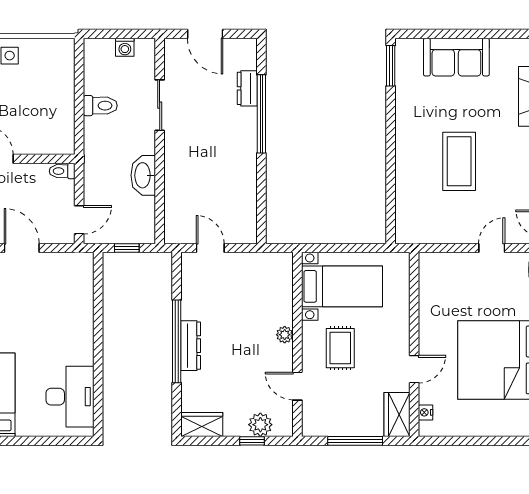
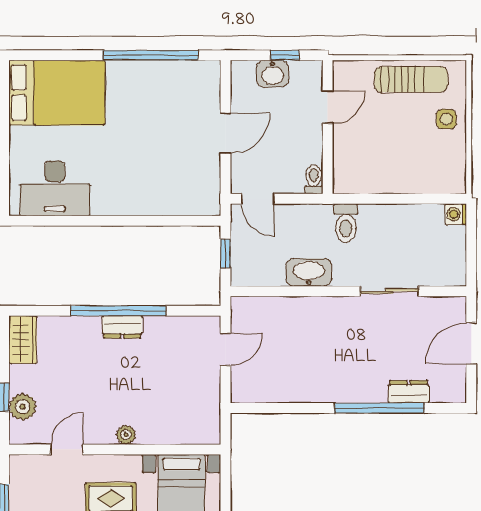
washing machine: (125, 47) -> (456, 214), moved
toilet: (100, 106) -> (346, 223), moved
dresser: (191, 346) -> (122, 327), width x0.70

